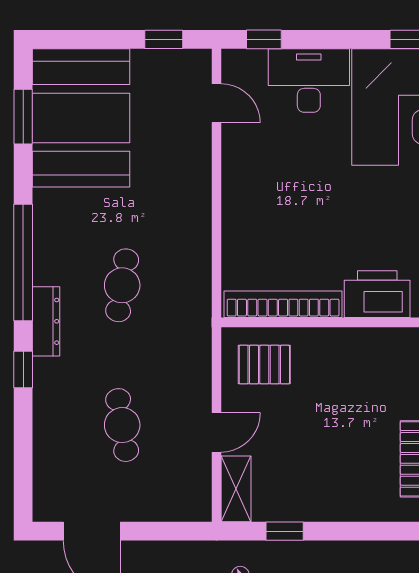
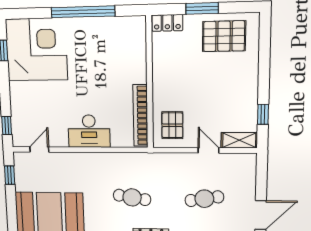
desk: (309, 81) -> (89, 131), moved, turned -90
printer: (377, 294) -> (134, 66), removed

